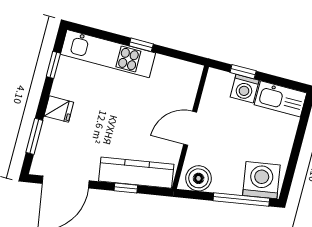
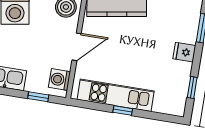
kitchen unit: (108, 54) -> (116, 95), moved
washing machine: (245, 89) -> (59, 79), moved, turned -90

